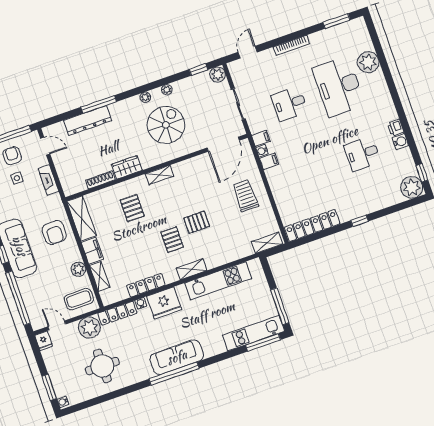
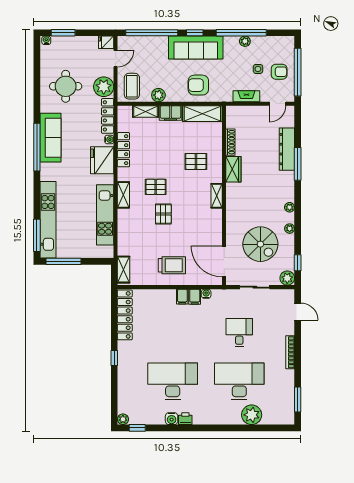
spiral stairs: (166, 125) -> (260, 244), moved
filing cabinet: (261, 138) -> (182, 297), moved
desk: (362, 154) -> (173, 381), width x1.87, depth x1.30
plant: (412, 187) -> (123, 419), width x0.53, depth x0.53
kitchen unit: (254, 333) -> (48, 220), width x1.36
sofa: (177, 357) -> (50, 138), moved

